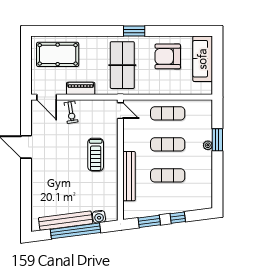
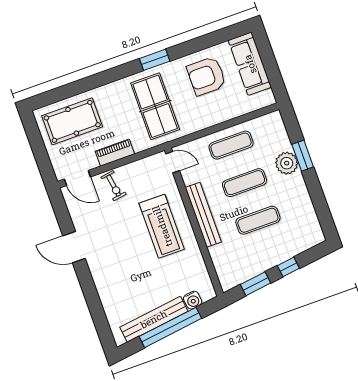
plant: (208, 145) -> (287, 163), width x1.88, depth x1.88
treadmill: (96, 155) -> (162, 226), width x1.37, depth x1.37
bench: (129, 176) -> (203, 215), moved

